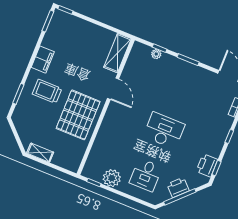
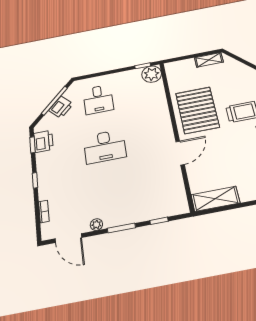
shelving: (118, 53) -> (215, 199), moved, turned 90
plant: (156, 54) -> (96, 225), moved
door: (113, 89) -> (180, 153), swing flipped
desk: (146, 175) -> (98, 99), turned 180
plant: (112, 178) -> (152, 74), moved

